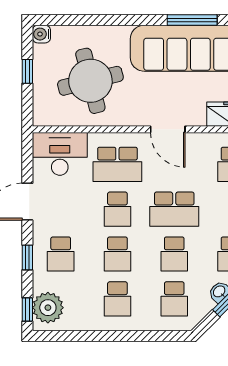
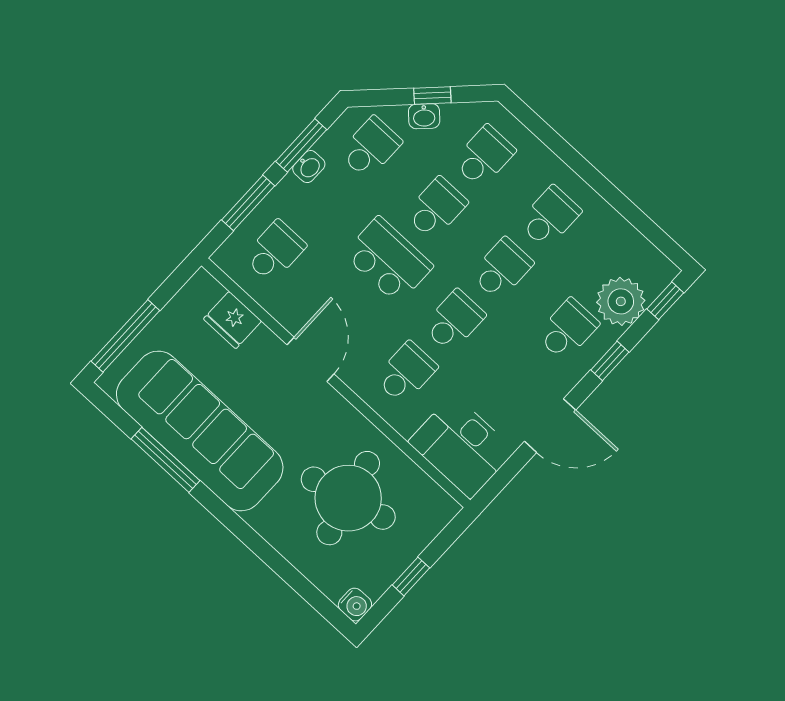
school desk: (117, 164) -> (406, 373), width x0.54
plant: (48, 308) -> (621, 301), moved

